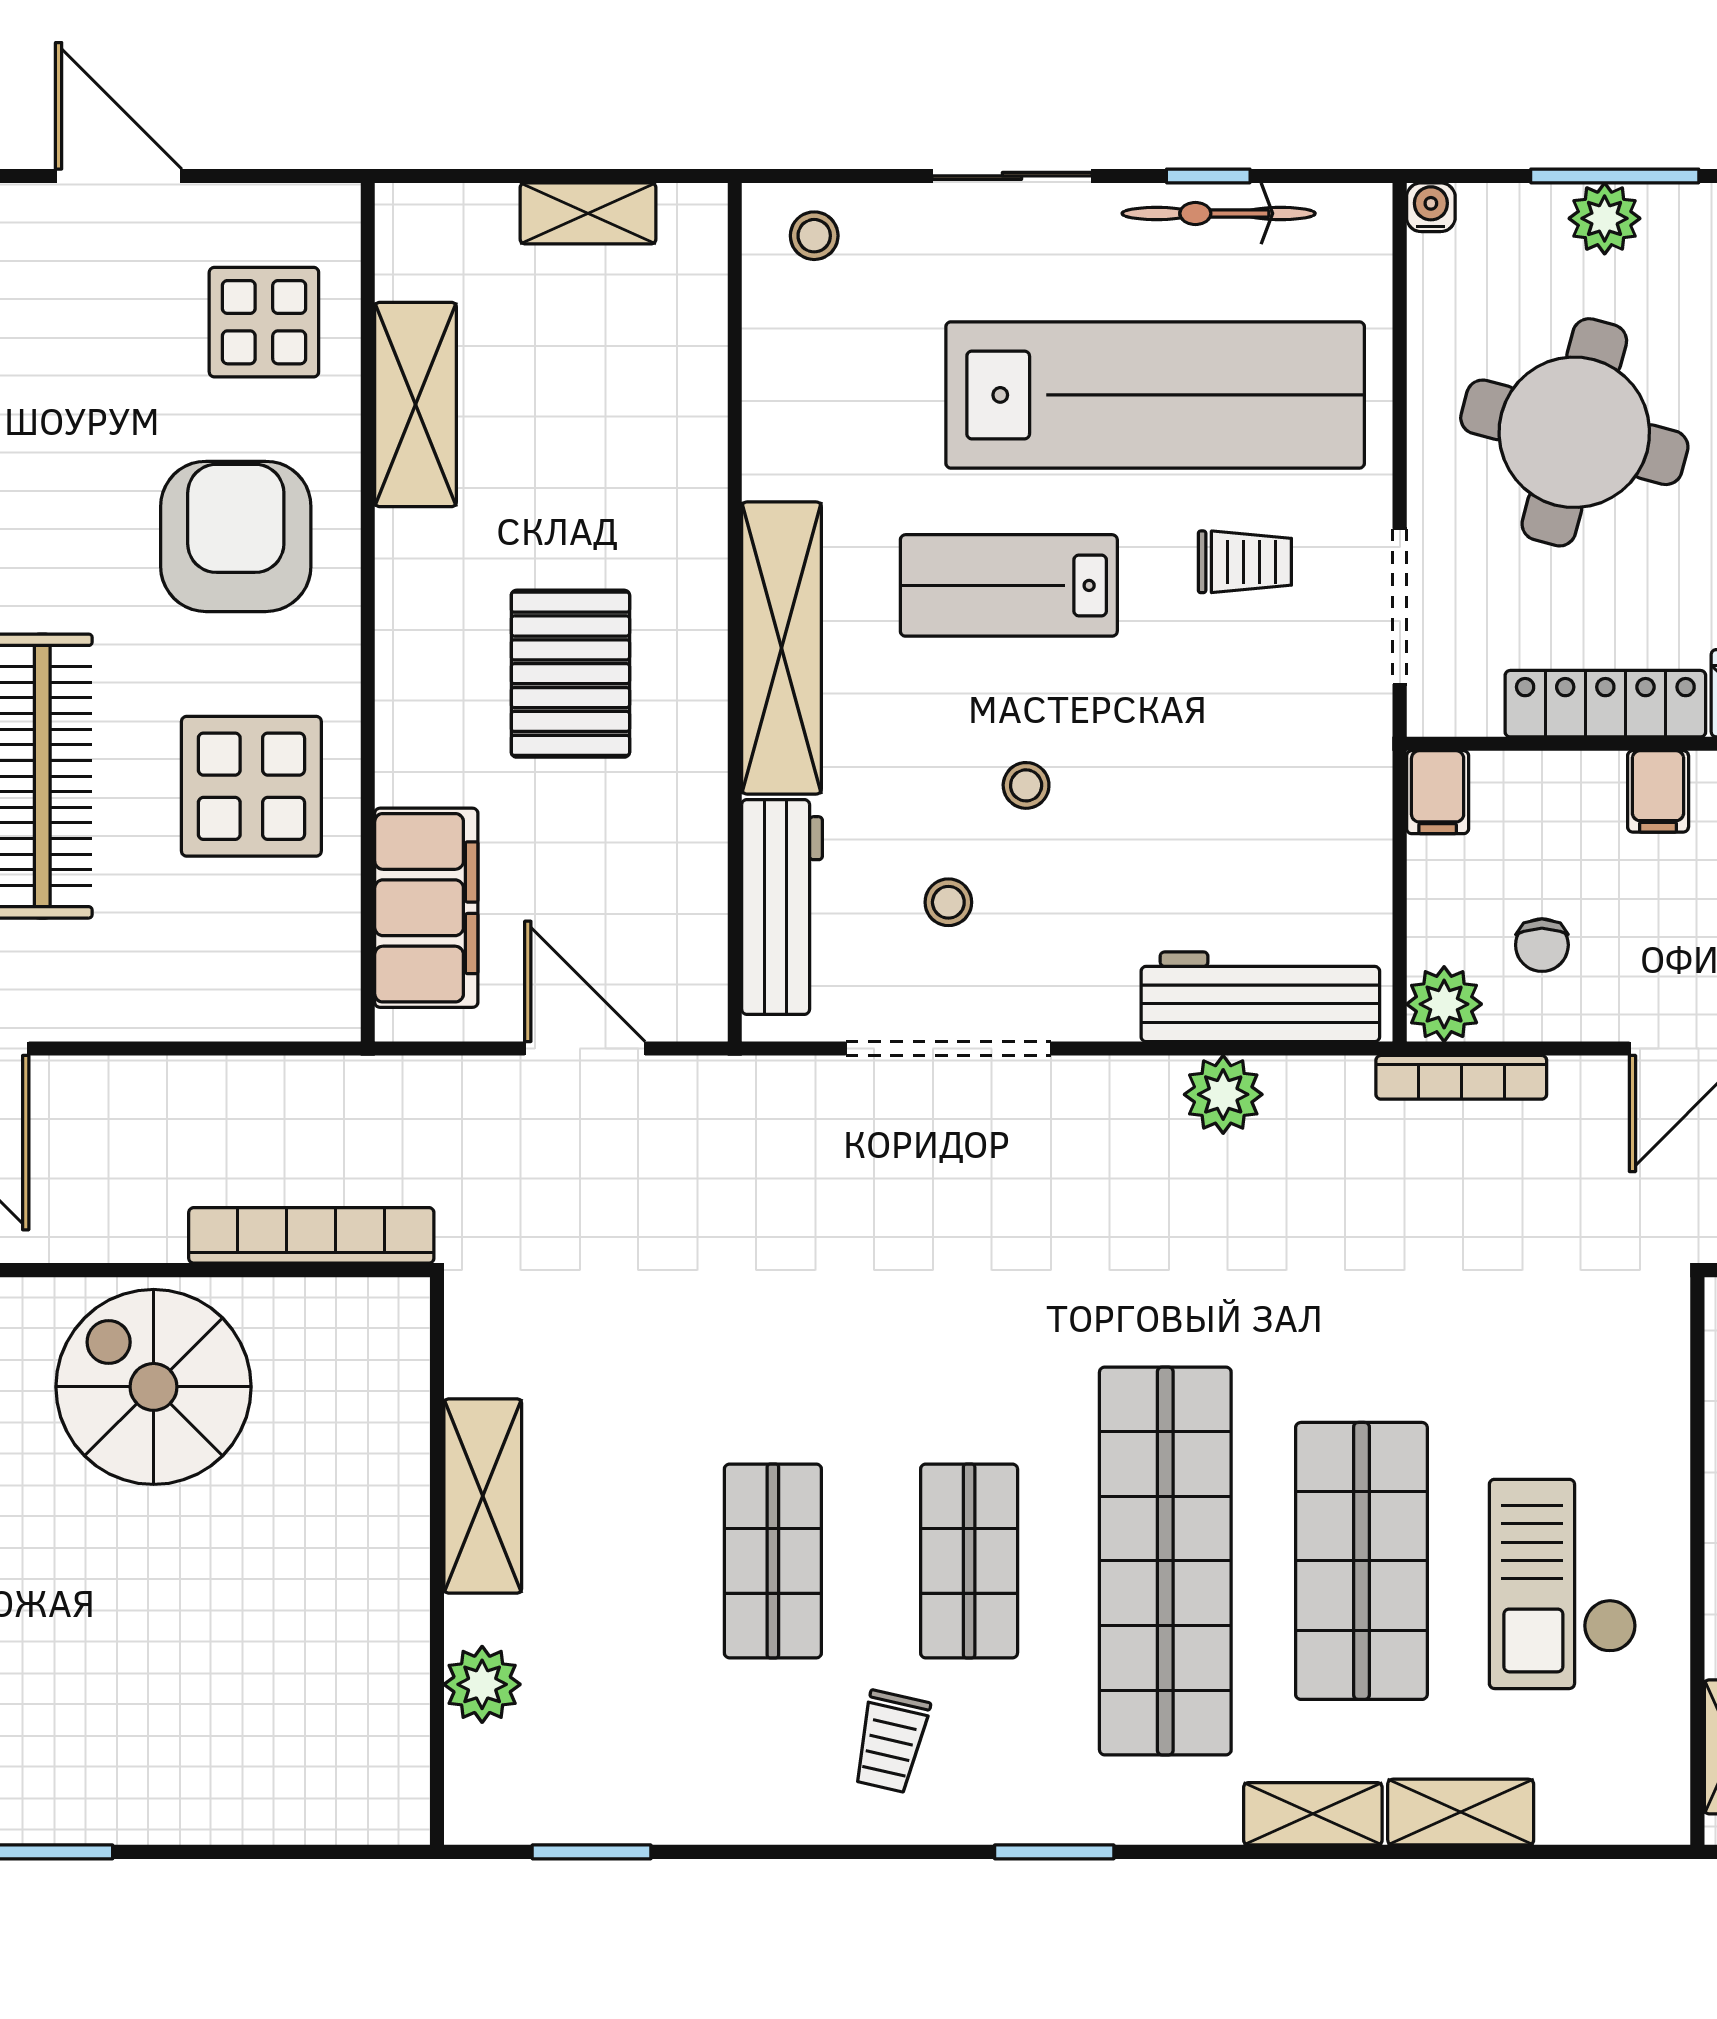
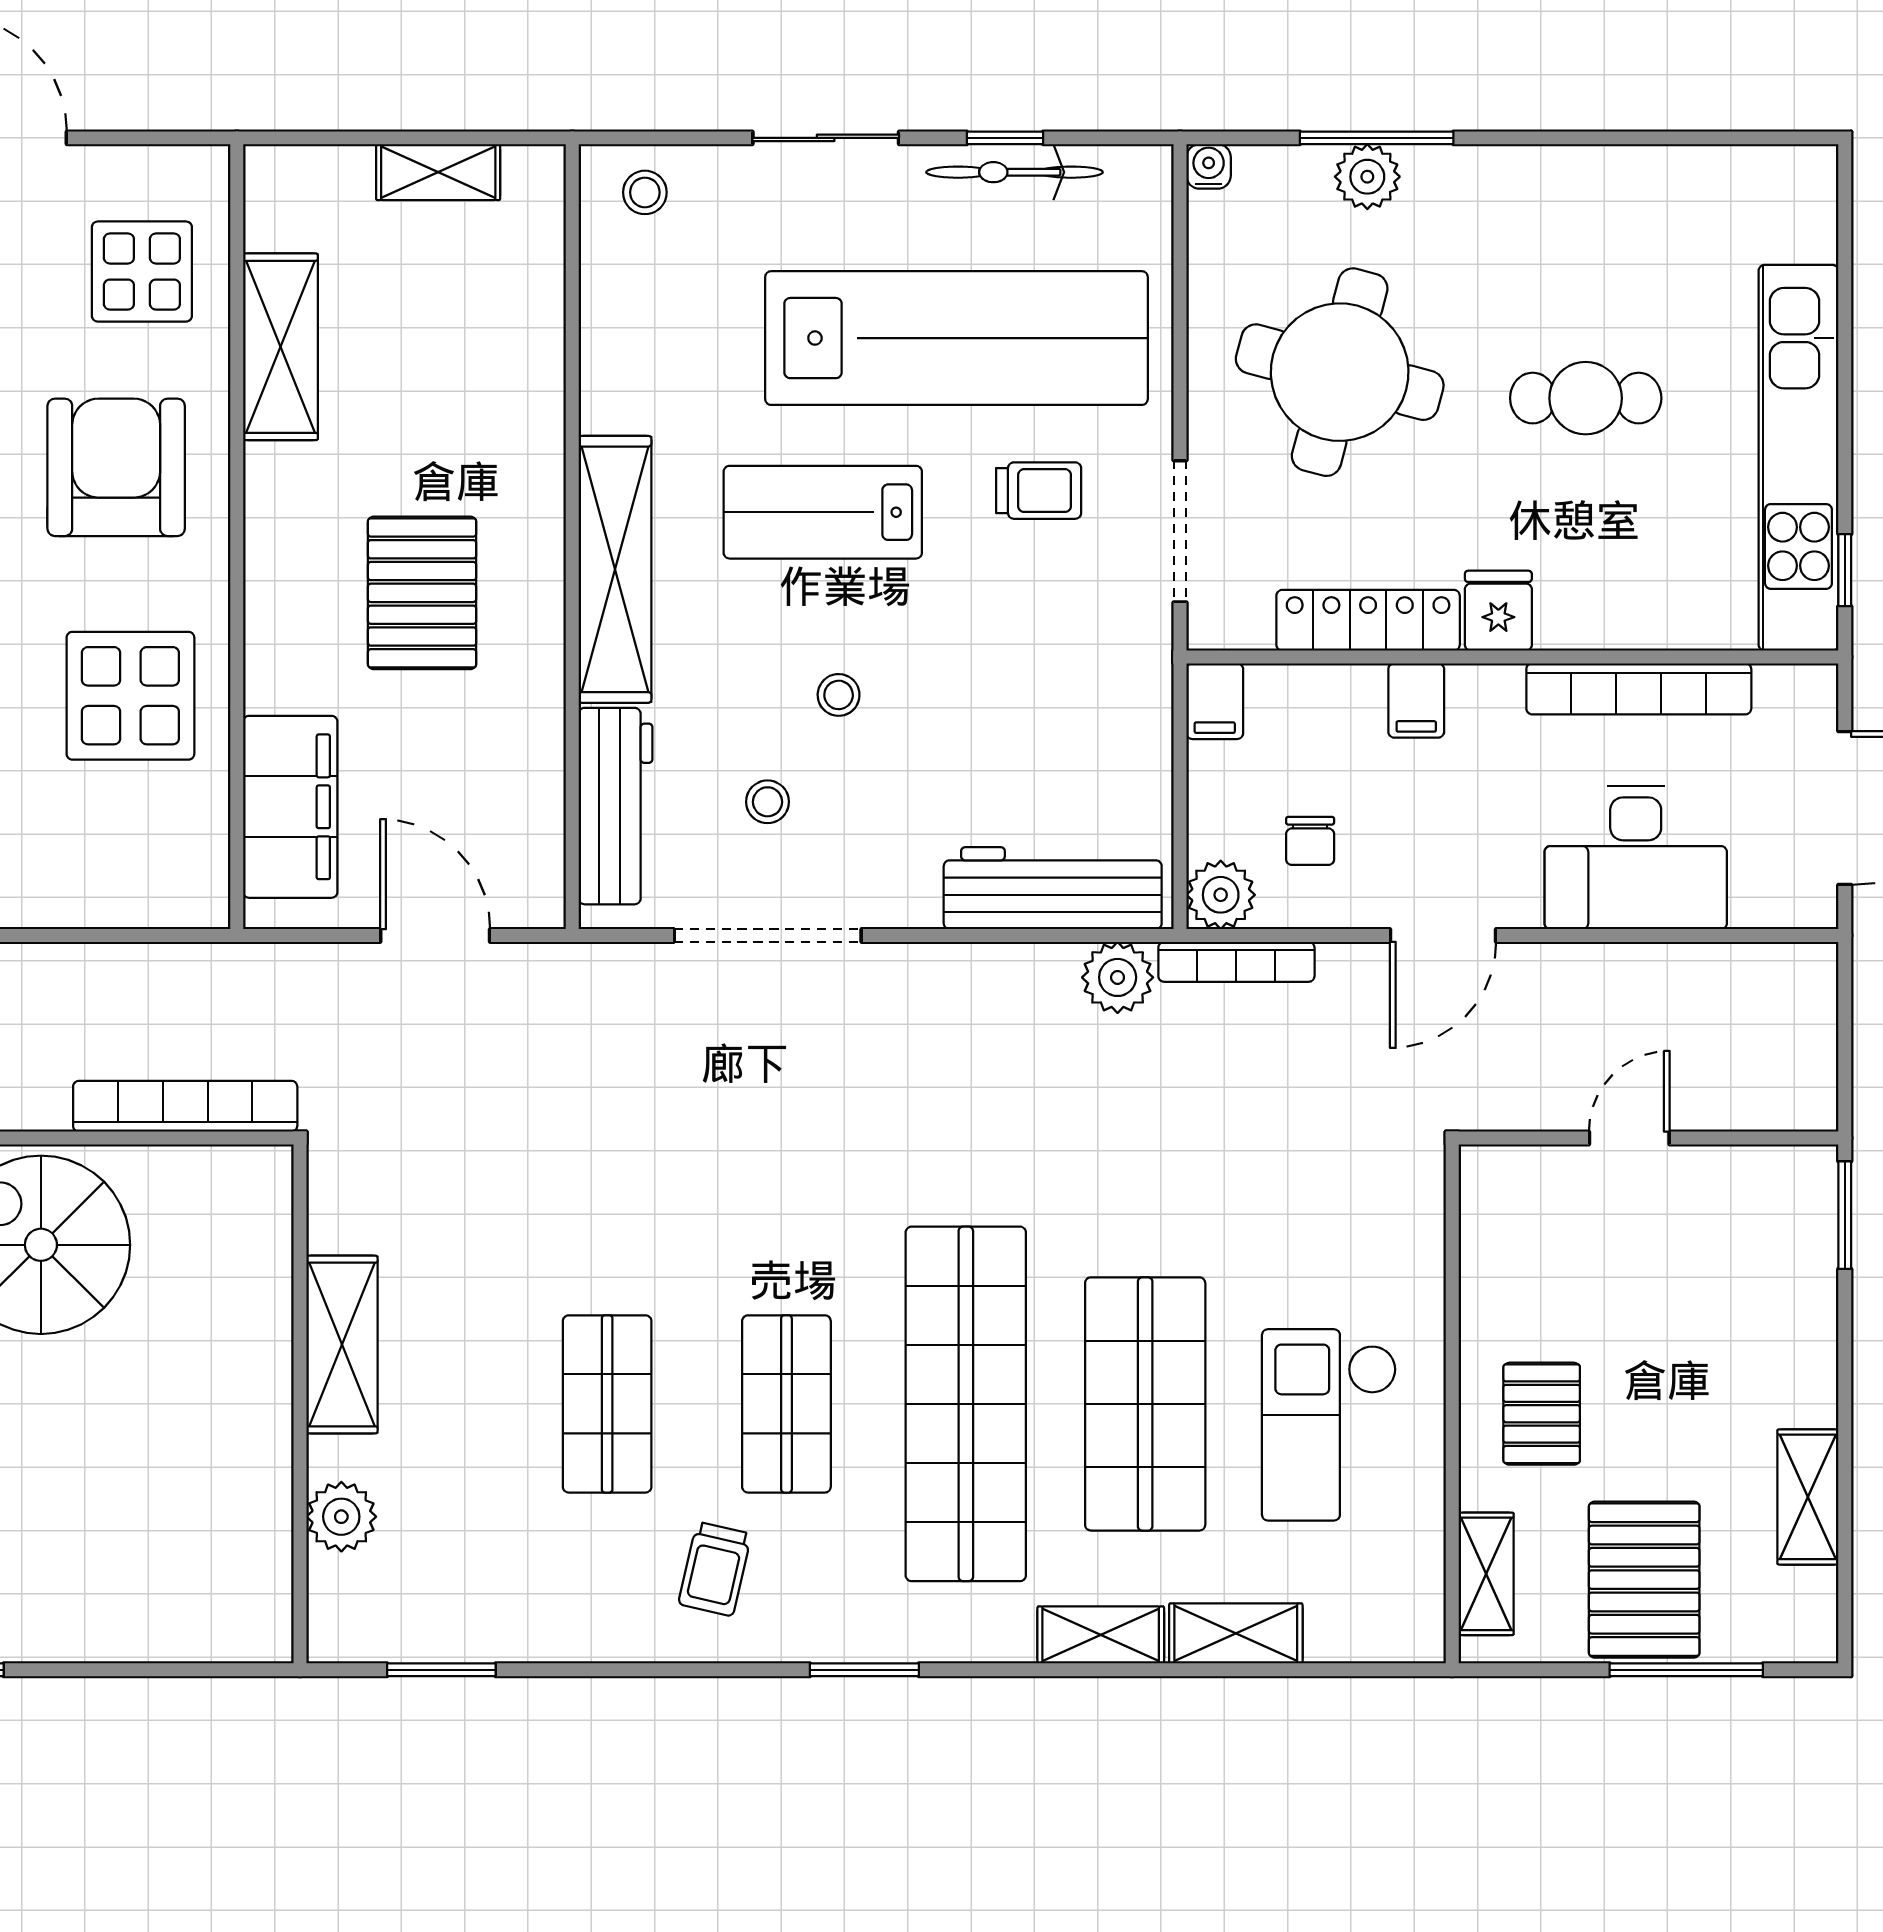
plant: (1223, 1094) -> (1118, 977), moved

